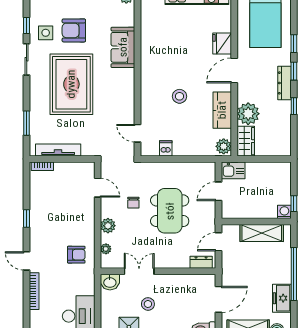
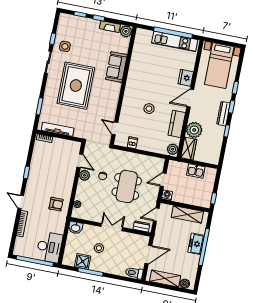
armchair: (74, 30) -> (85, 49), removed
kitchen sink: (233, 170) -> (196, 171), moved
washing machine: (284, 212) -> (167, 195), moved
plant: (108, 226) -> (84, 175), moved
double door: (139, 271) -> (112, 227), moved
freezer: (282, 298) -> (196, 244), moved

